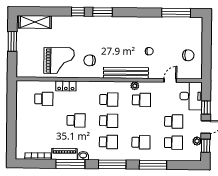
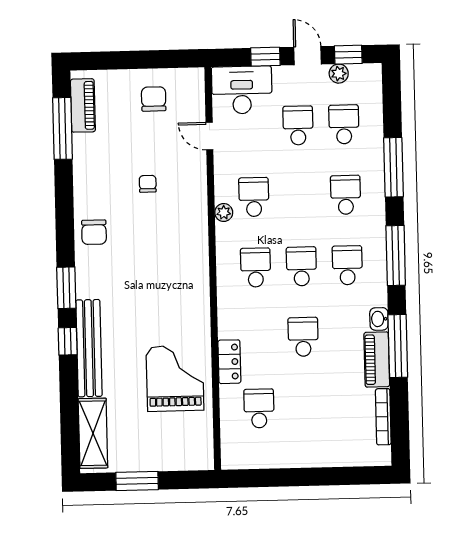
piano: (186, 23) -> (83, 105), added
chair: (90, 60) -> (94, 232), moved
bench: (126, 73) -> (89, 348), moved

